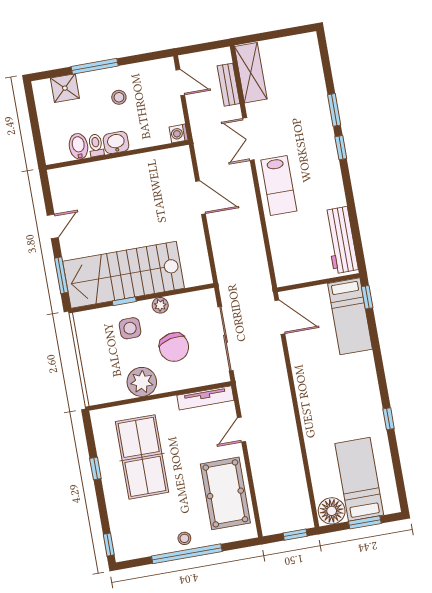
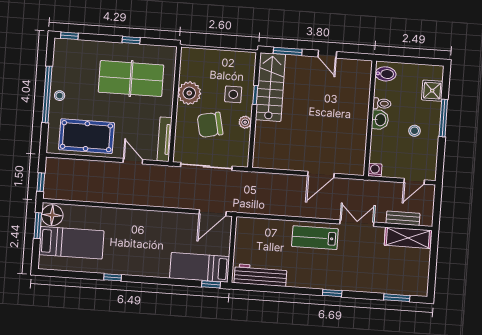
window: (334, 110) -> (397, 298), moved
bidet: (79, 146) -> (385, 74), moved
stairs: (124, 275) -> (270, 87), width x0.73, depth x0.66
window: (365, 522) -> (38, 226), moved

